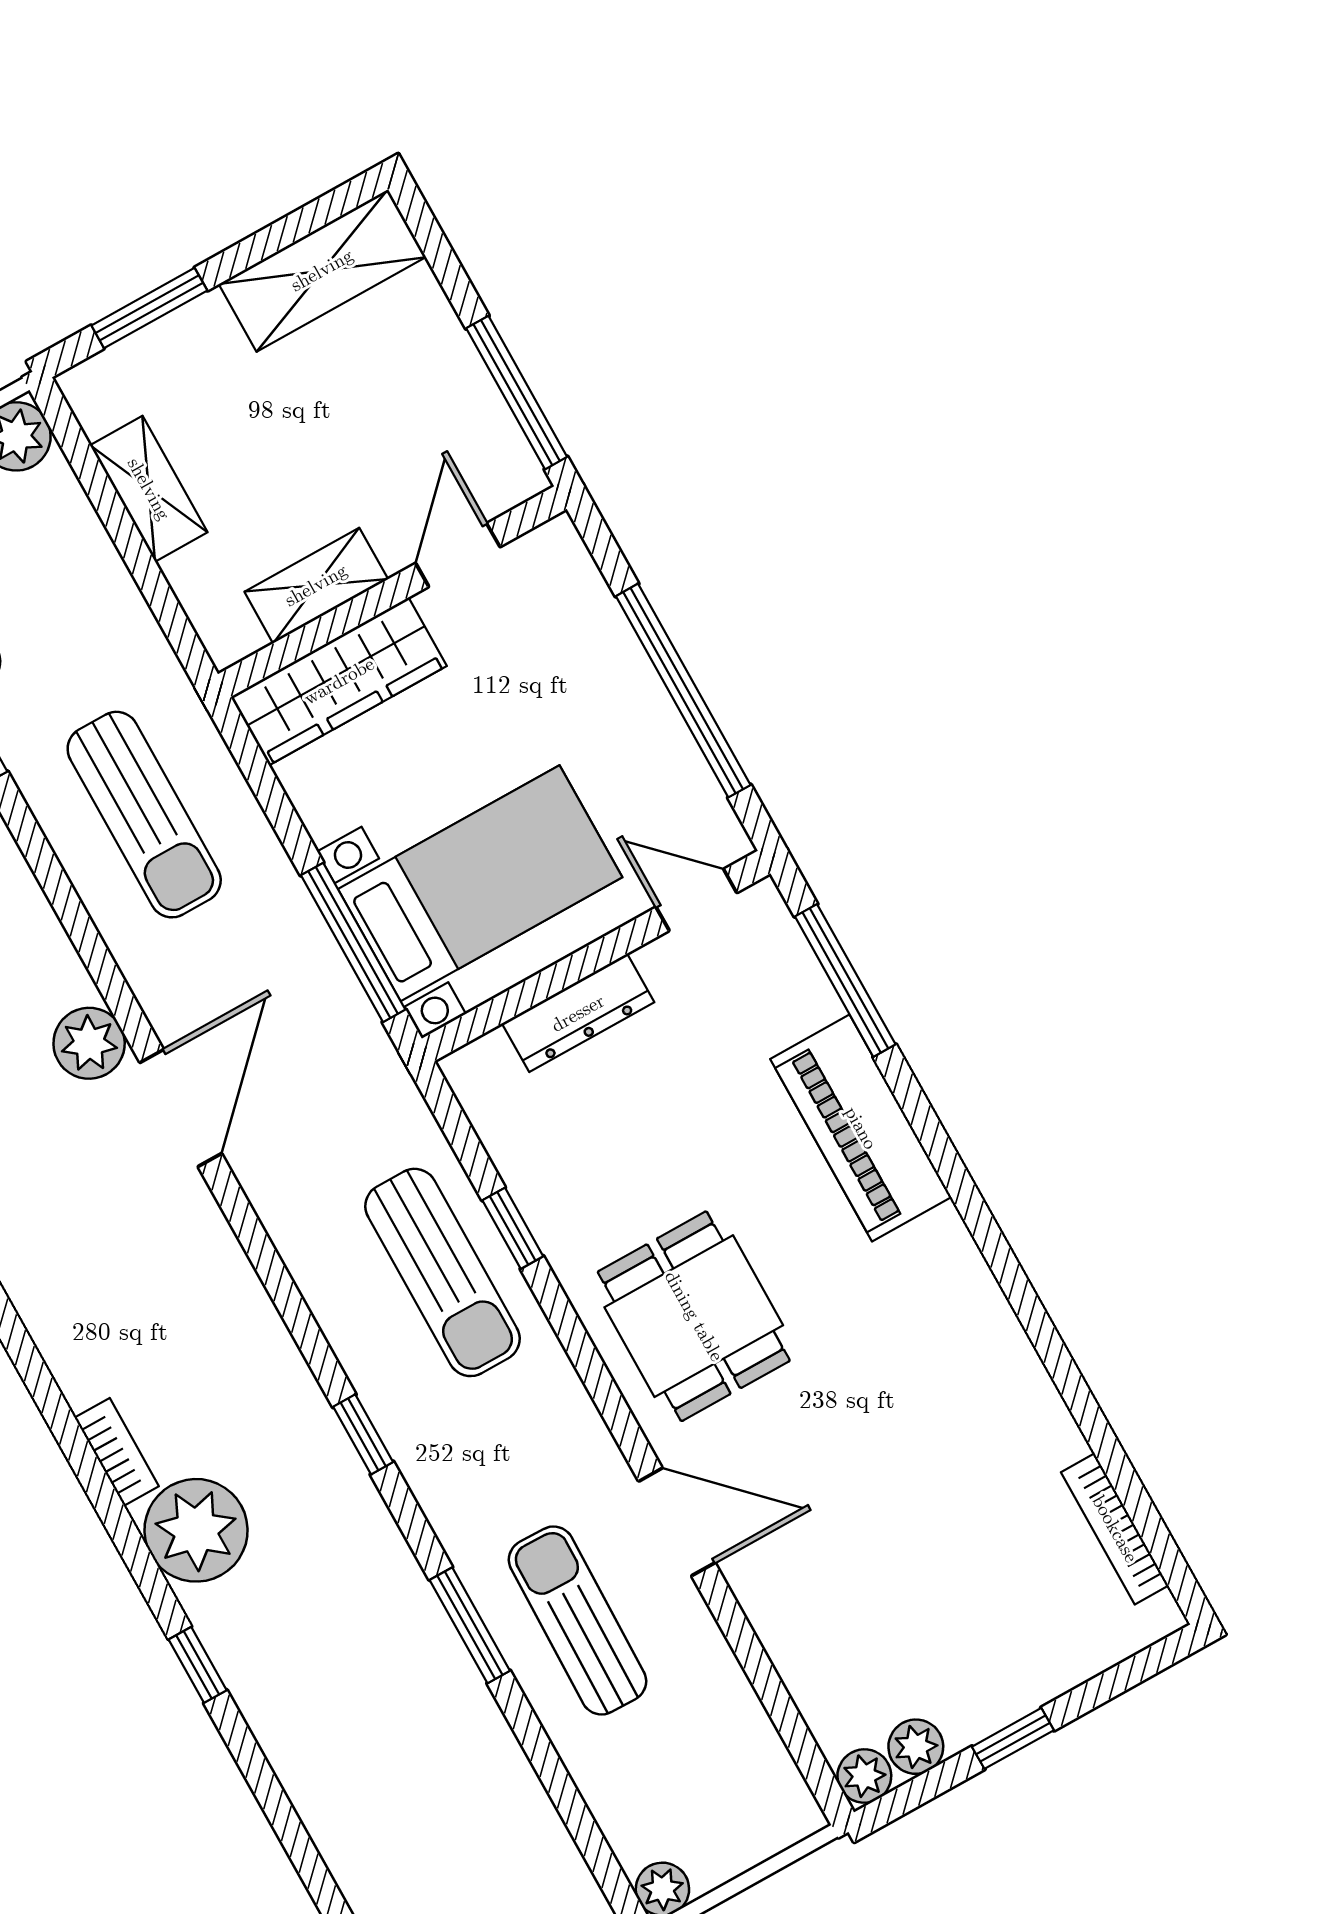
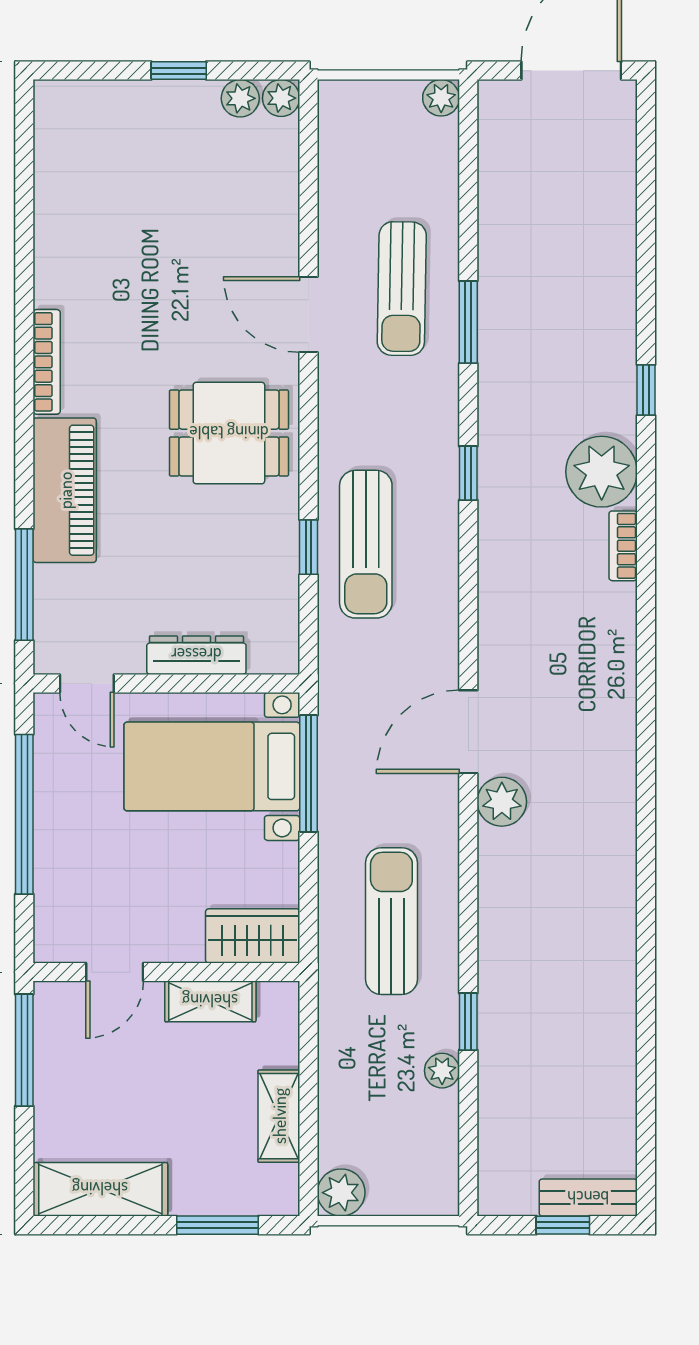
wardrobe: (339, 681) -> (253, 936), width x0.67
sun lounger: (443, 1272) -> (366, 544), turned 180
dining table: (694, 1316) -> (229, 433), turned 90
bookcase: (1115, 1529) -> (47, 362), moved

